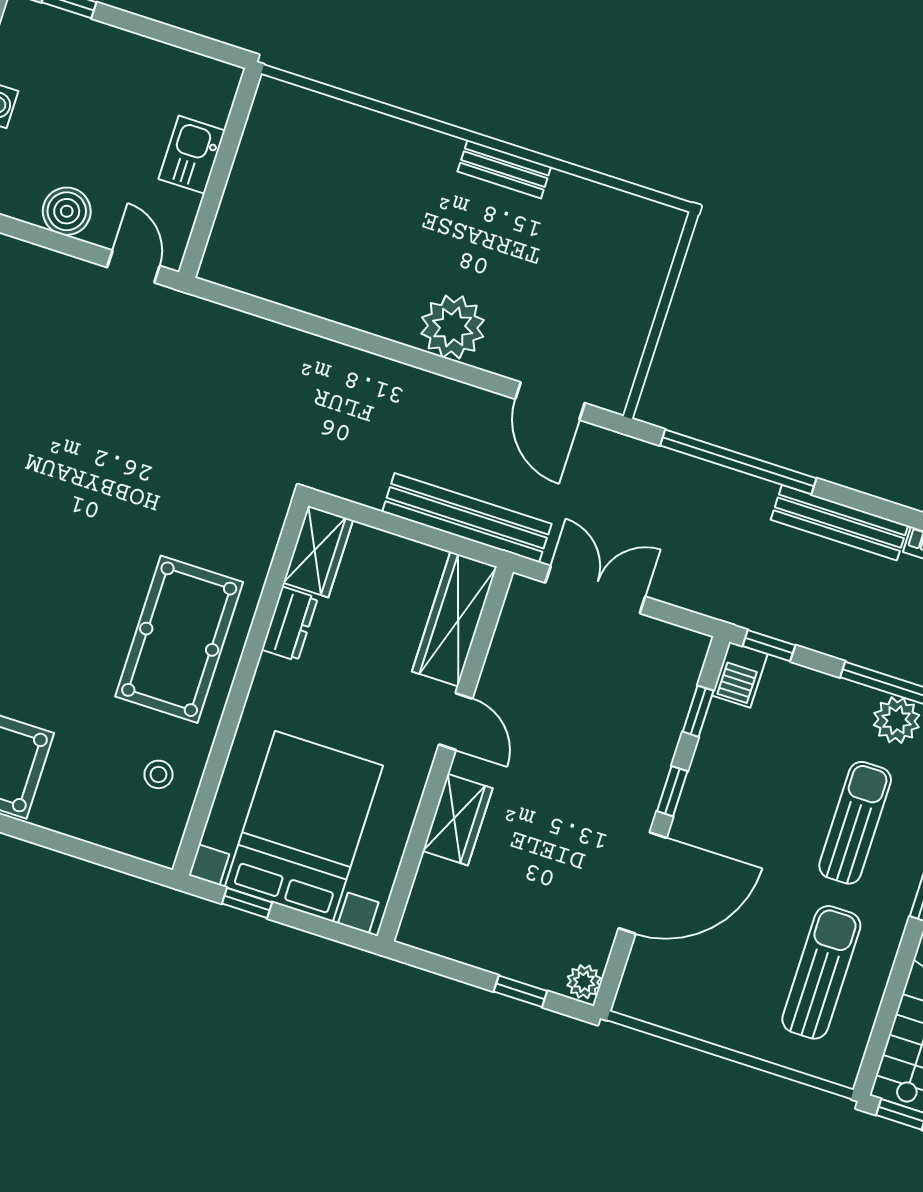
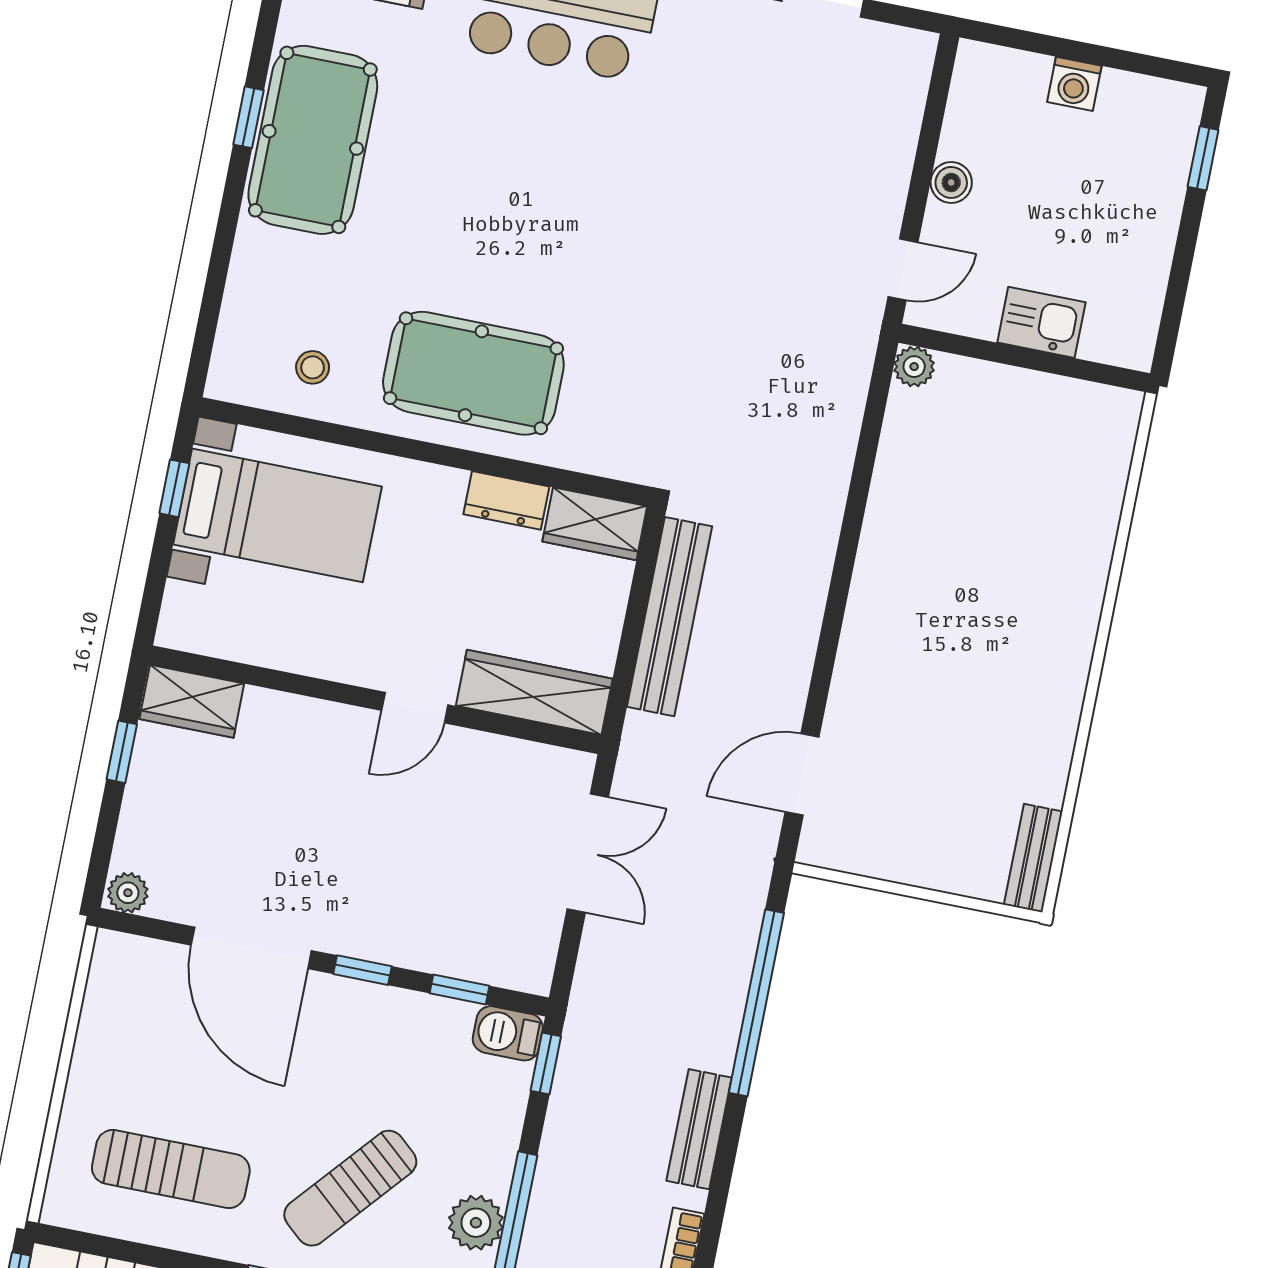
bench: (504, 169) -> (1033, 858), moved
boiler: (67, 211) -> (951, 182), width x0.73, depth x0.73
plant: (453, 327) -> (914, 367), moved, width x0.53, depth x0.53
bench: (467, 518) -> (670, 617), moved
bench: (839, 523) -> (699, 1129), width x0.73
wardrobe: (458, 820) -> (192, 701), moved
sun lounger: (855, 823) -> (350, 1188), turned 131
bed with nightstands: (304, 826) -> (277, 515), width x0.73
window: (520, 991) -> (122, 752), moved

